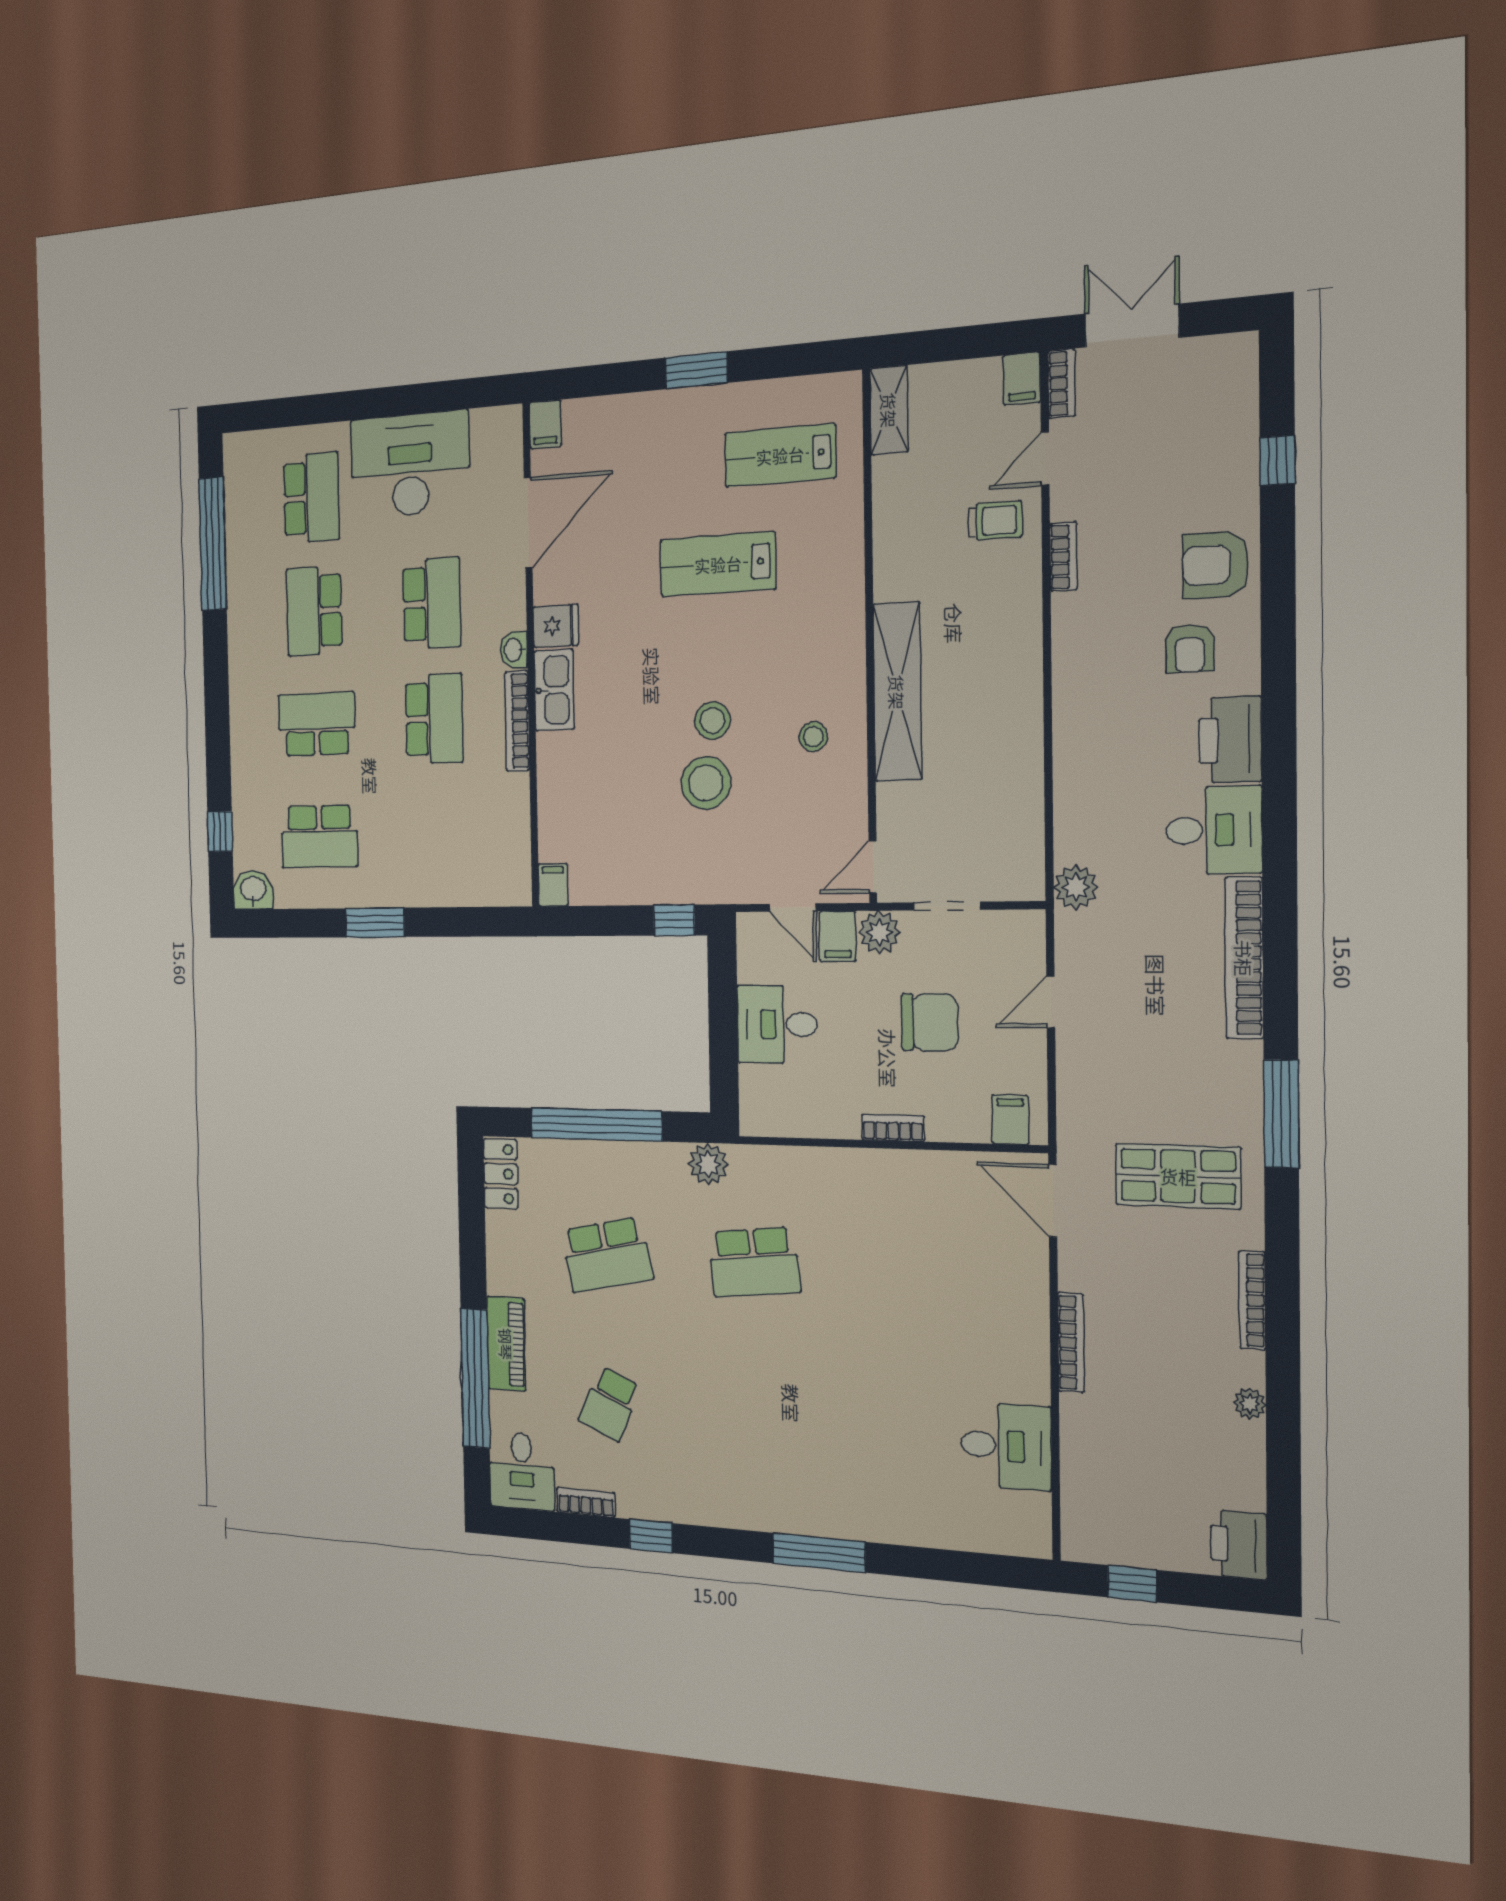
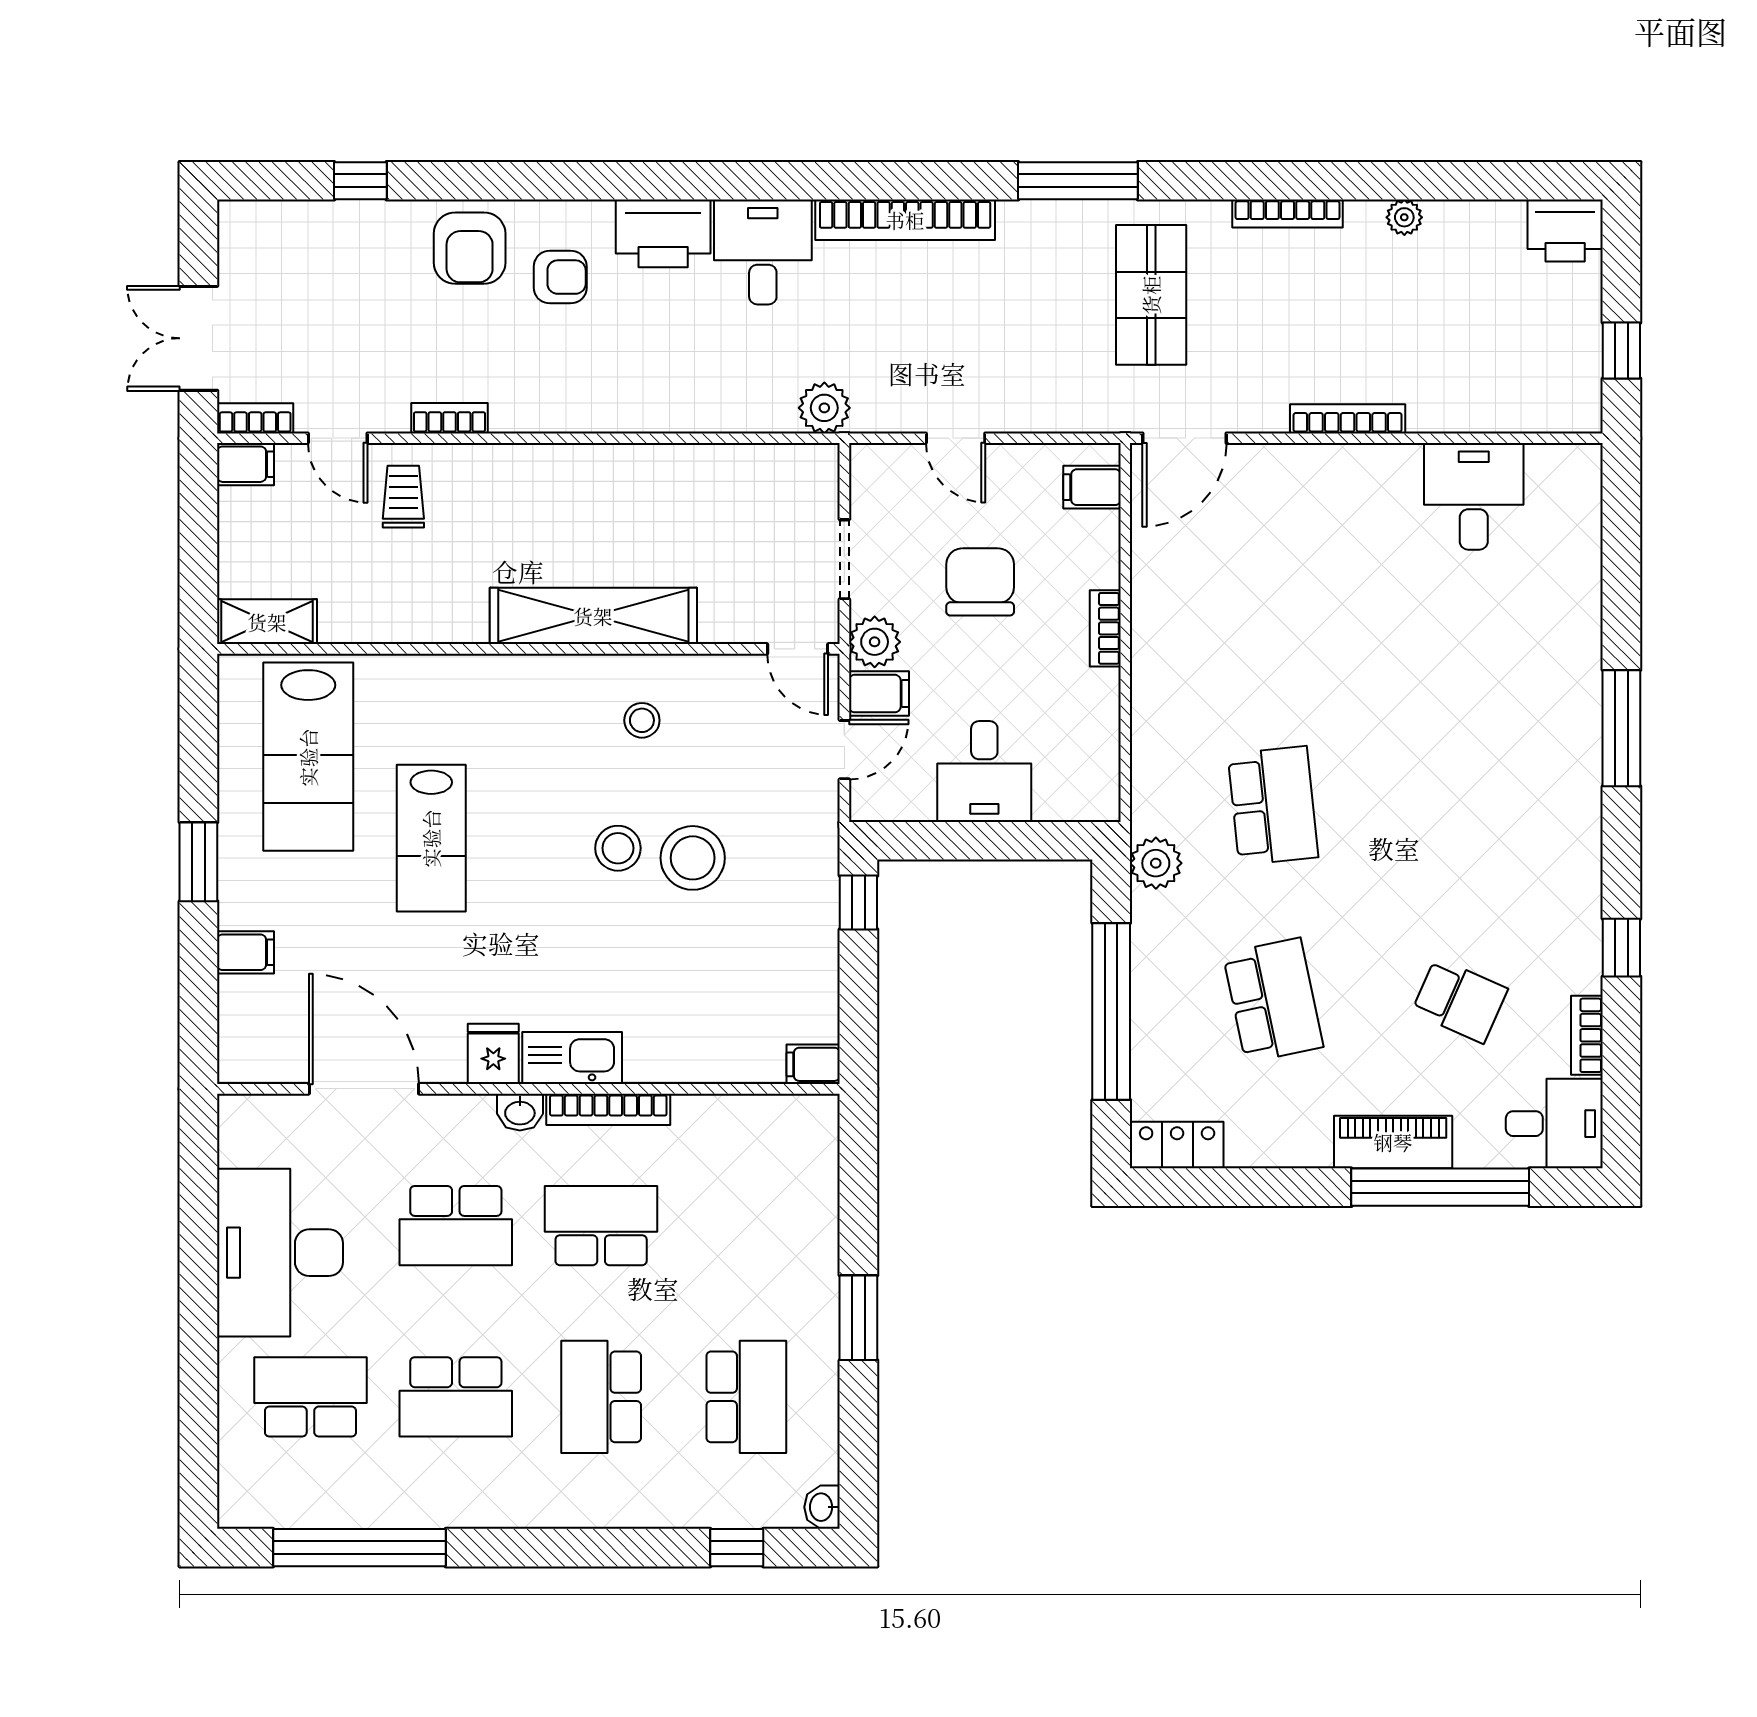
filing cabinet: (545, 424) -> (245, 952), moved
lab bench: (780, 455) -> (308, 757), width x1.36, depth x1.39
school desk: (432, 603) -> (456, 1226), turned 180
washbasin: (253, 890) -> (822, 1507), width x0.72, depth x0.69

